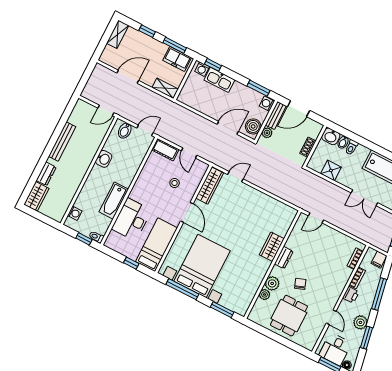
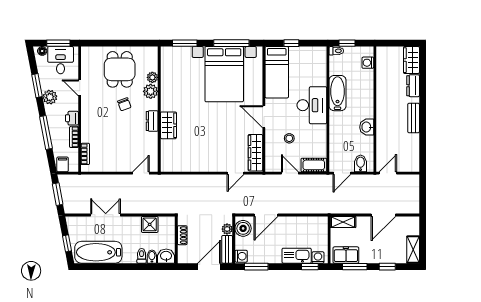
bench: (62, 142) -> (414, 118), width x0.73
desk: (132, 219) -> (312, 105), moved

